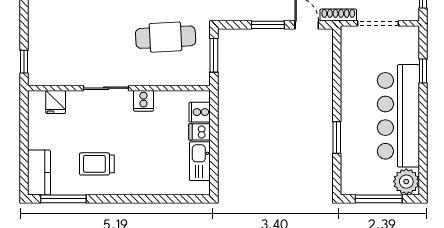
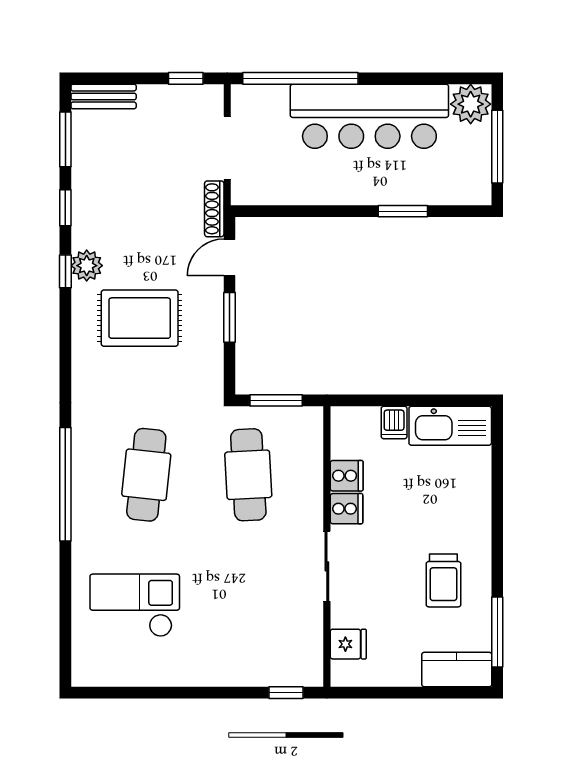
window: (423, 71) -> (300, 78), width x3.17
cooker: (200, 112) -> (347, 476), moved, turned -90
kitchen sink: (200, 161) -> (450, 426), width x1.36, depth x1.24

